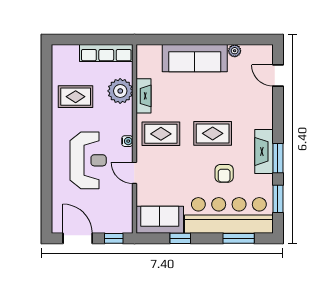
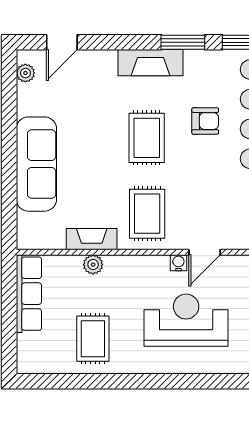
plant: (235, 51) -> (25, 73), moved
plant: (120, 91) -> (93, 265), width x0.53, depth x0.53
water cooler: (127, 141) -> (178, 263), moved
fireplace: (264, 151) -> (150, 63), moved

